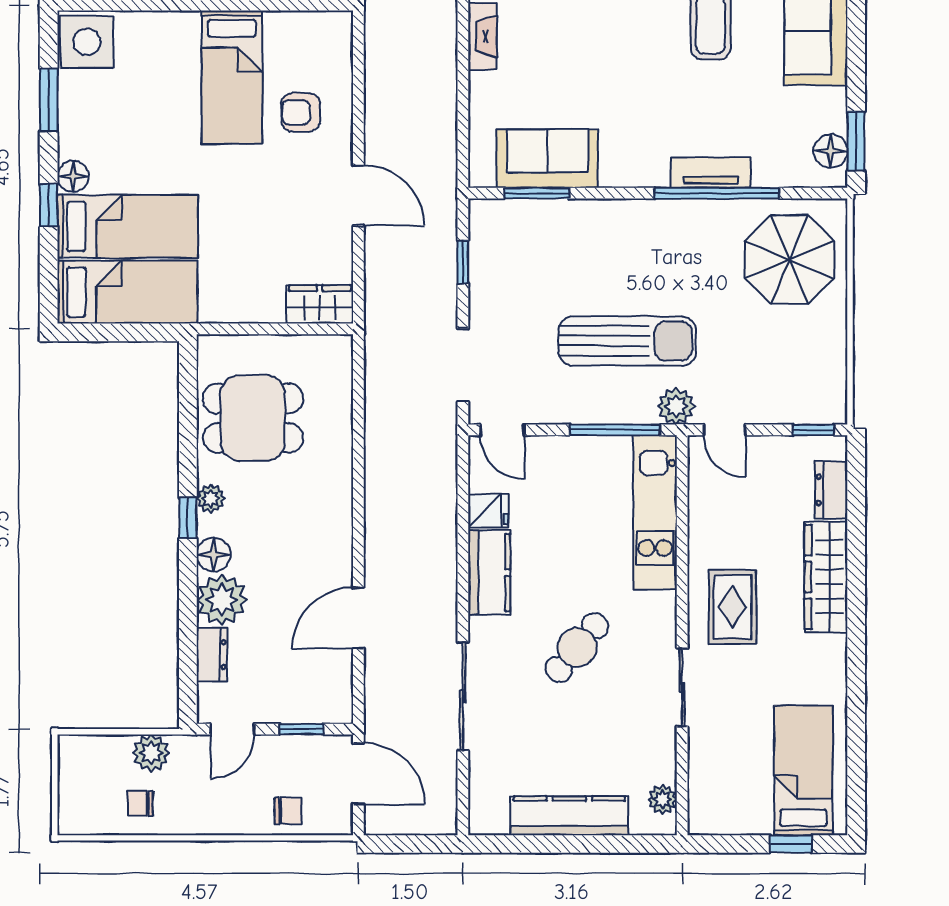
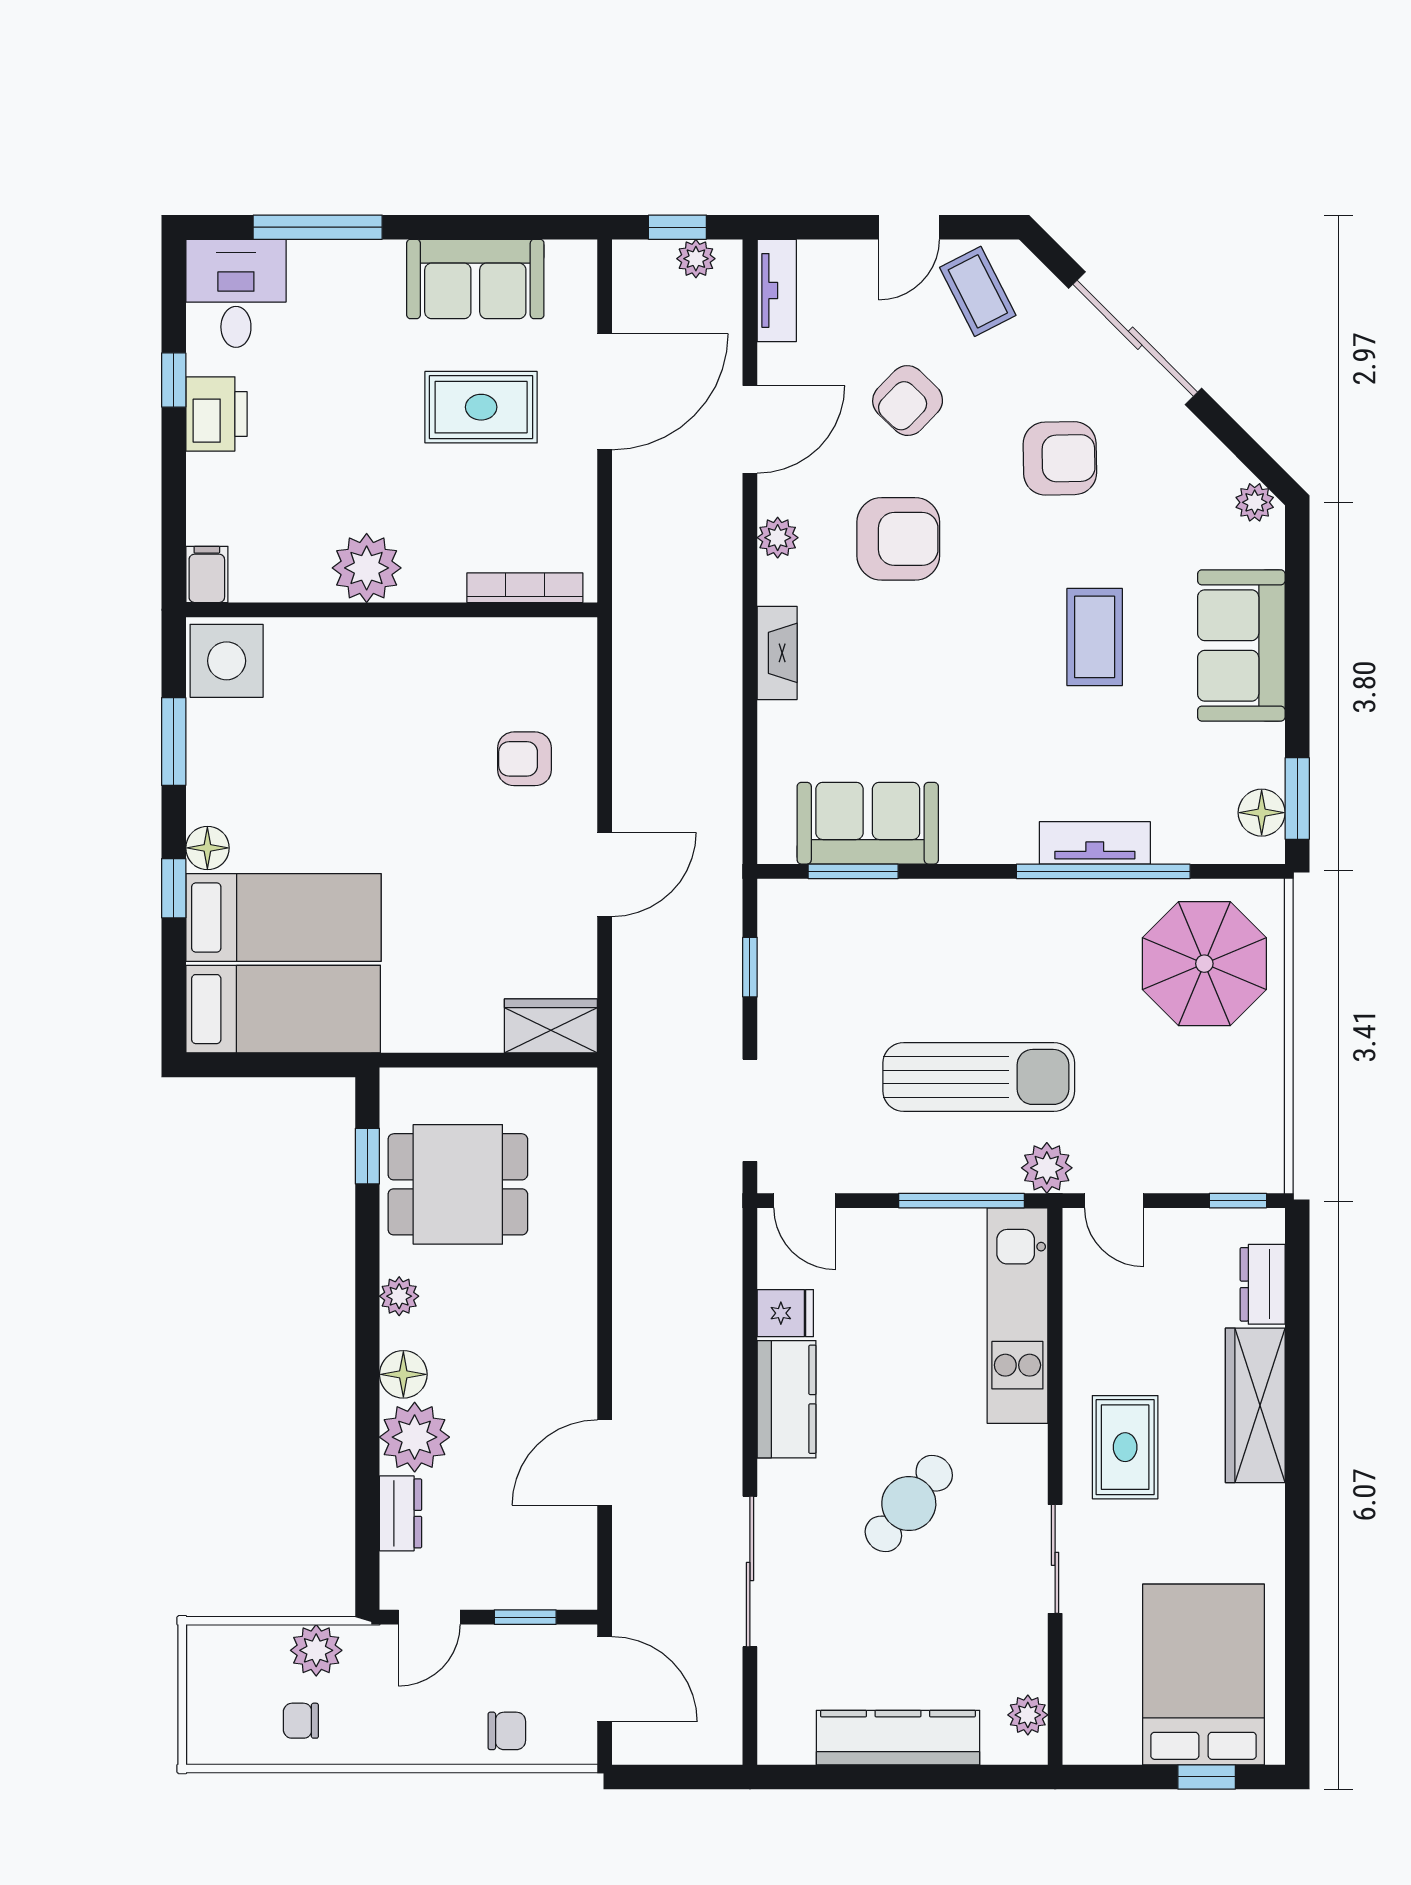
bed: (232, 77) -> (429, 710), removed
door: (358, 195) -> (605, 874), hinge flipped
window: (188, 518) -> (367, 1156), moved
bed: (803, 770) -> (1204, 1674), width x1.50

